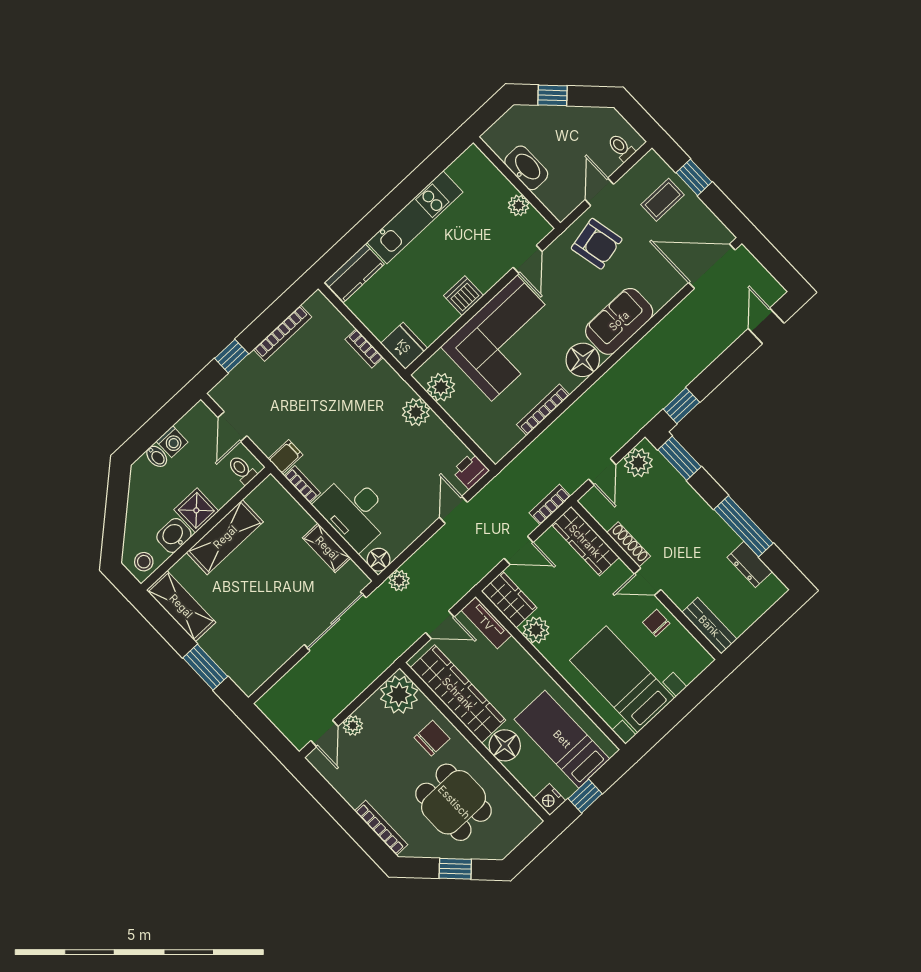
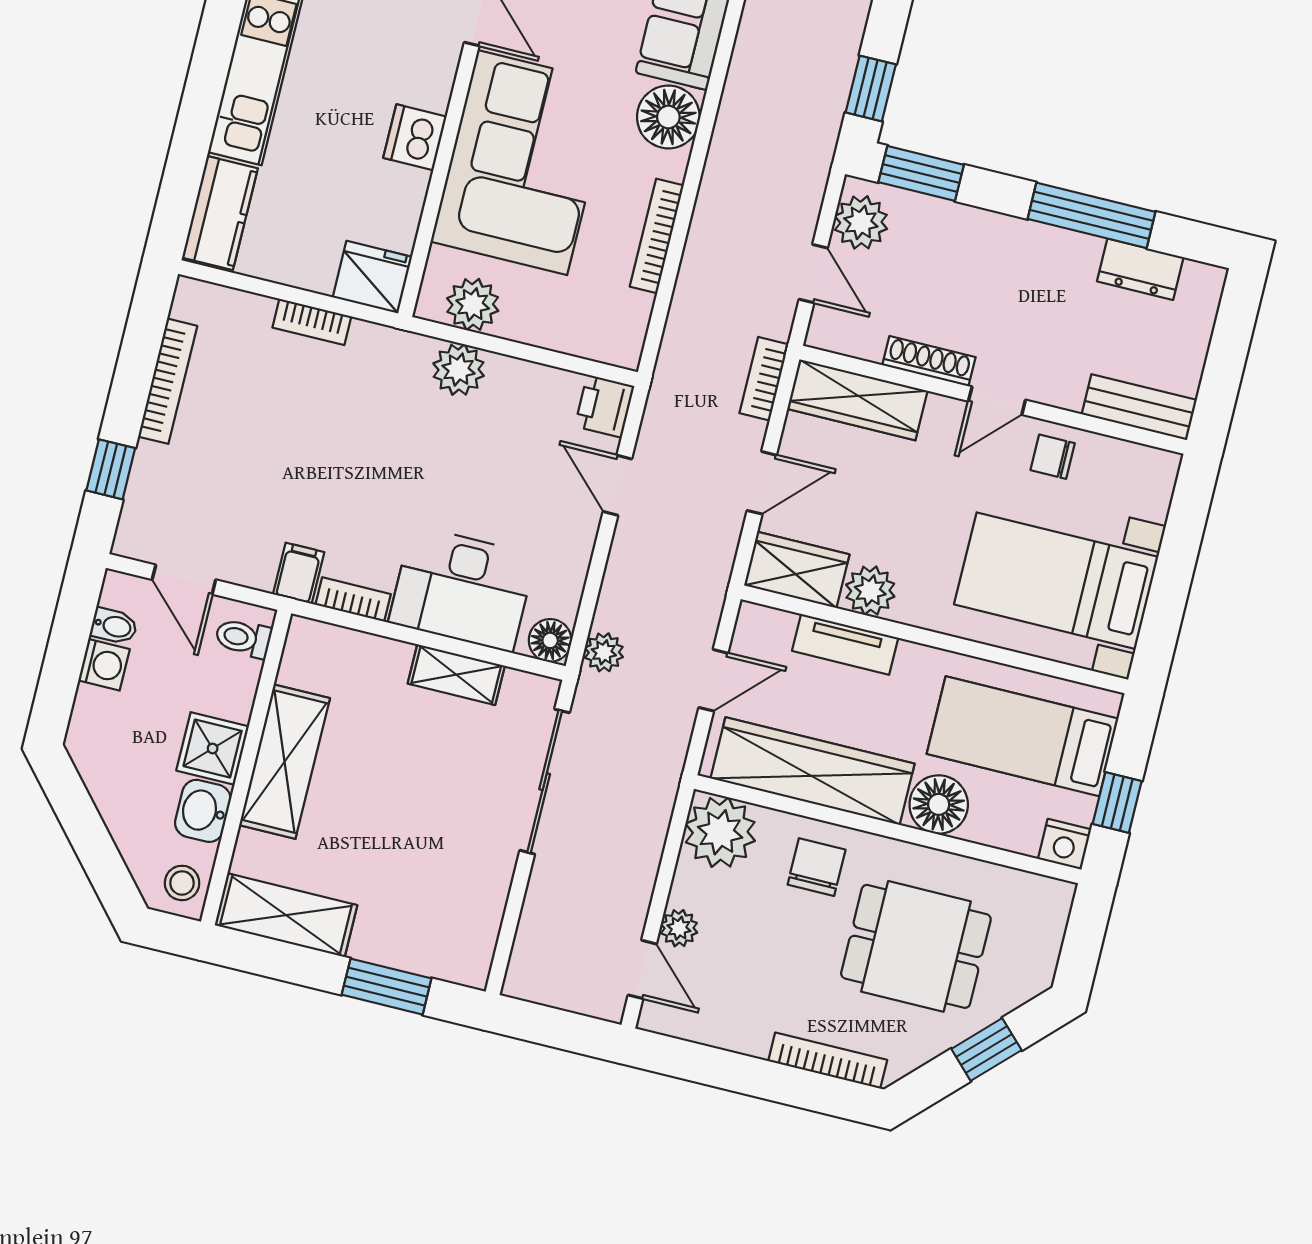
bidet: (157, 456) -> (114, 626), moved
tv unit: (486, 623) -> (845, 644), moved

